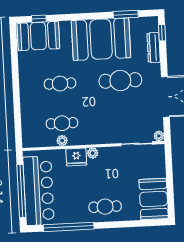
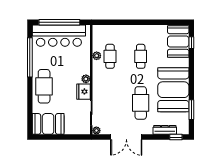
fridge: (76, 157) -> (83, 92), moved
cafe table: (105, 207) -> (44, 86), width x1.37, depth x1.35

